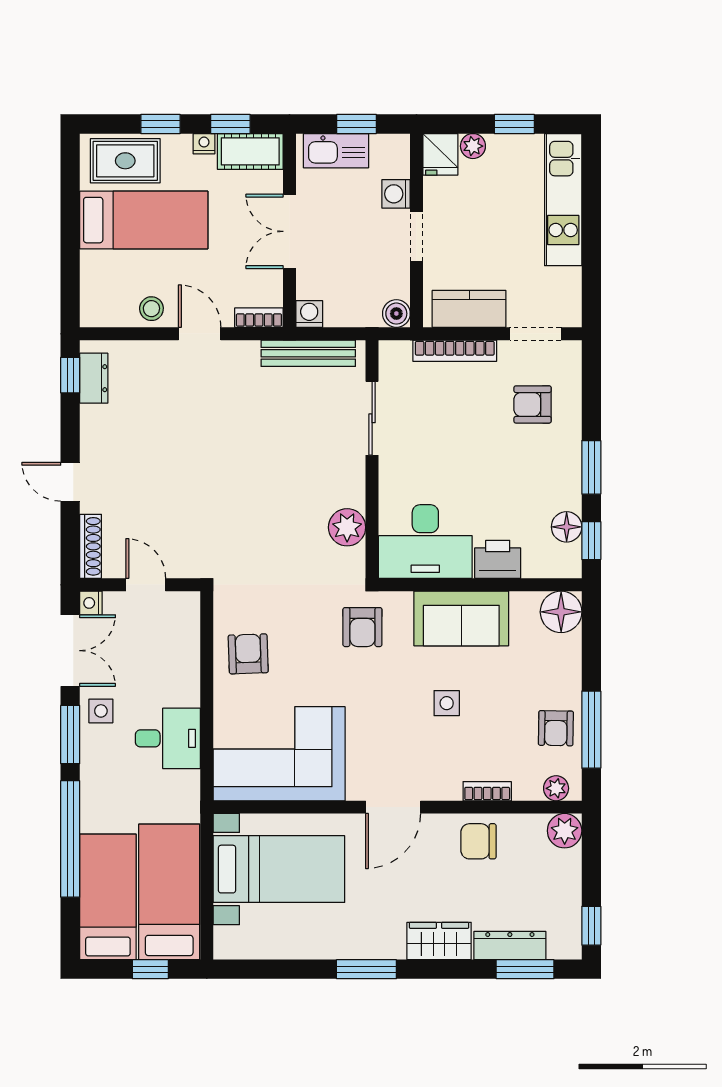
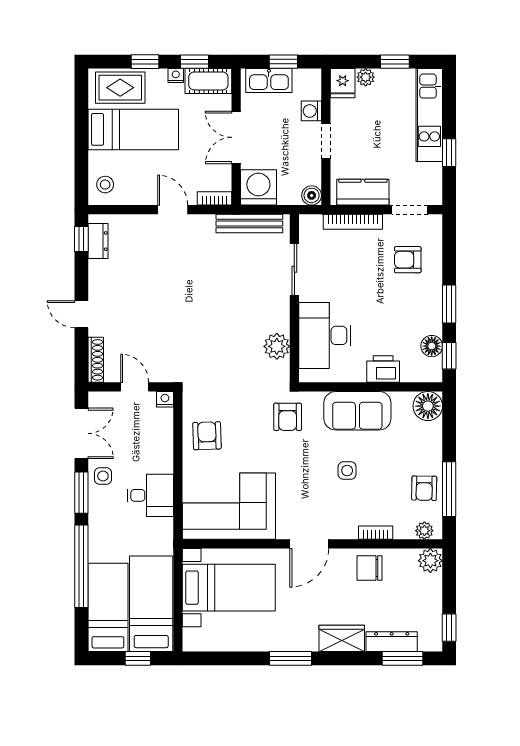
window: (591, 253) -> (449, 153), added
stool: (151, 309) -> (105, 185), moved
washing machine: (309, 314) -> (258, 187), width x1.89, depth x1.89
desk: (425, 542) -> (325, 335), moved, turned 90
nightstand: (91, 603) -> (165, 399), moved, turned 90

